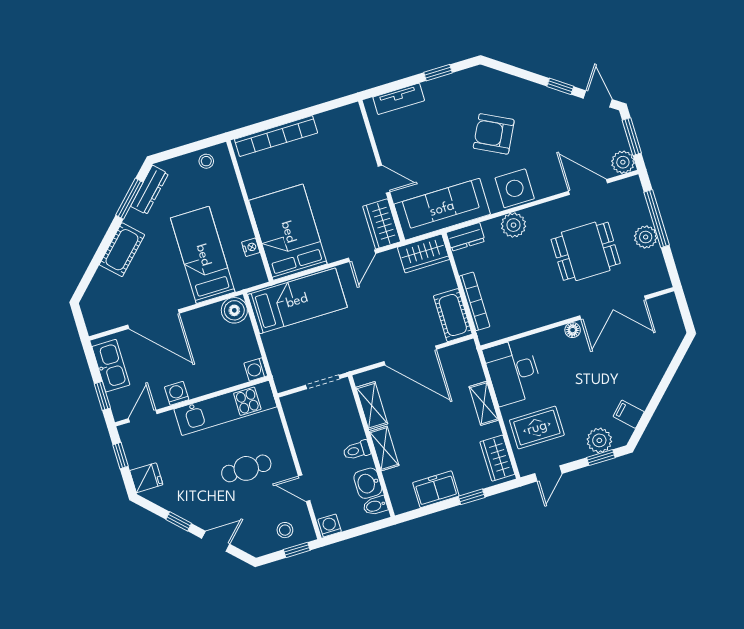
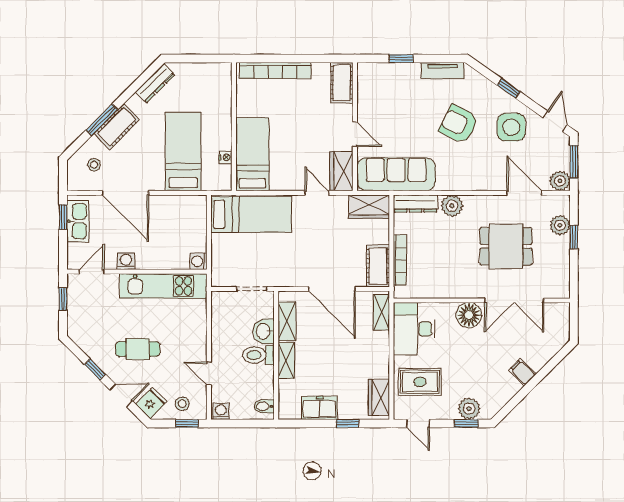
window: (438, 73) -> (401, 58), moved
window: (560, 86) -> (509, 88), moved
tv unit: (399, 99) -> (443, 70), moved
cot: (353, 127) -> (342, 83), added
stool: (206, 161) -> (94, 165), moved
side table: (515, 188) -> (511, 127), moved
window: (129, 199) -> (102, 120), moved
window: (657, 219) -> (574, 237), width x0.46
bed: (288, 232) -> (252, 154), width x0.67
dresser: (466, 237) -> (415, 204), width x1.44
plant: (646, 237) -> (560, 225), moved
door: (362, 256) -> (317, 193), swing flipped
boiler: (234, 310) -> (196, 206), removed
floor lamp: (573, 330) -> (469, 315), width x1.89, depth x1.89
window: (102, 396) -> (63, 217), moved
shelving: (484, 403) -> (381, 312), moved
filing cabinet: (629, 414) -> (523, 372), moved
toilet: (357, 450) -> (258, 355), width x1.37, depth x1.39
cafe table: (246, 468) -> (138, 349), moved
door: (548, 473) -> (418, 423), hinge flipped
fridge: (146, 478) -> (151, 403), moved, turned -45
washbasin: (368, 483) -> (264, 331), moved

